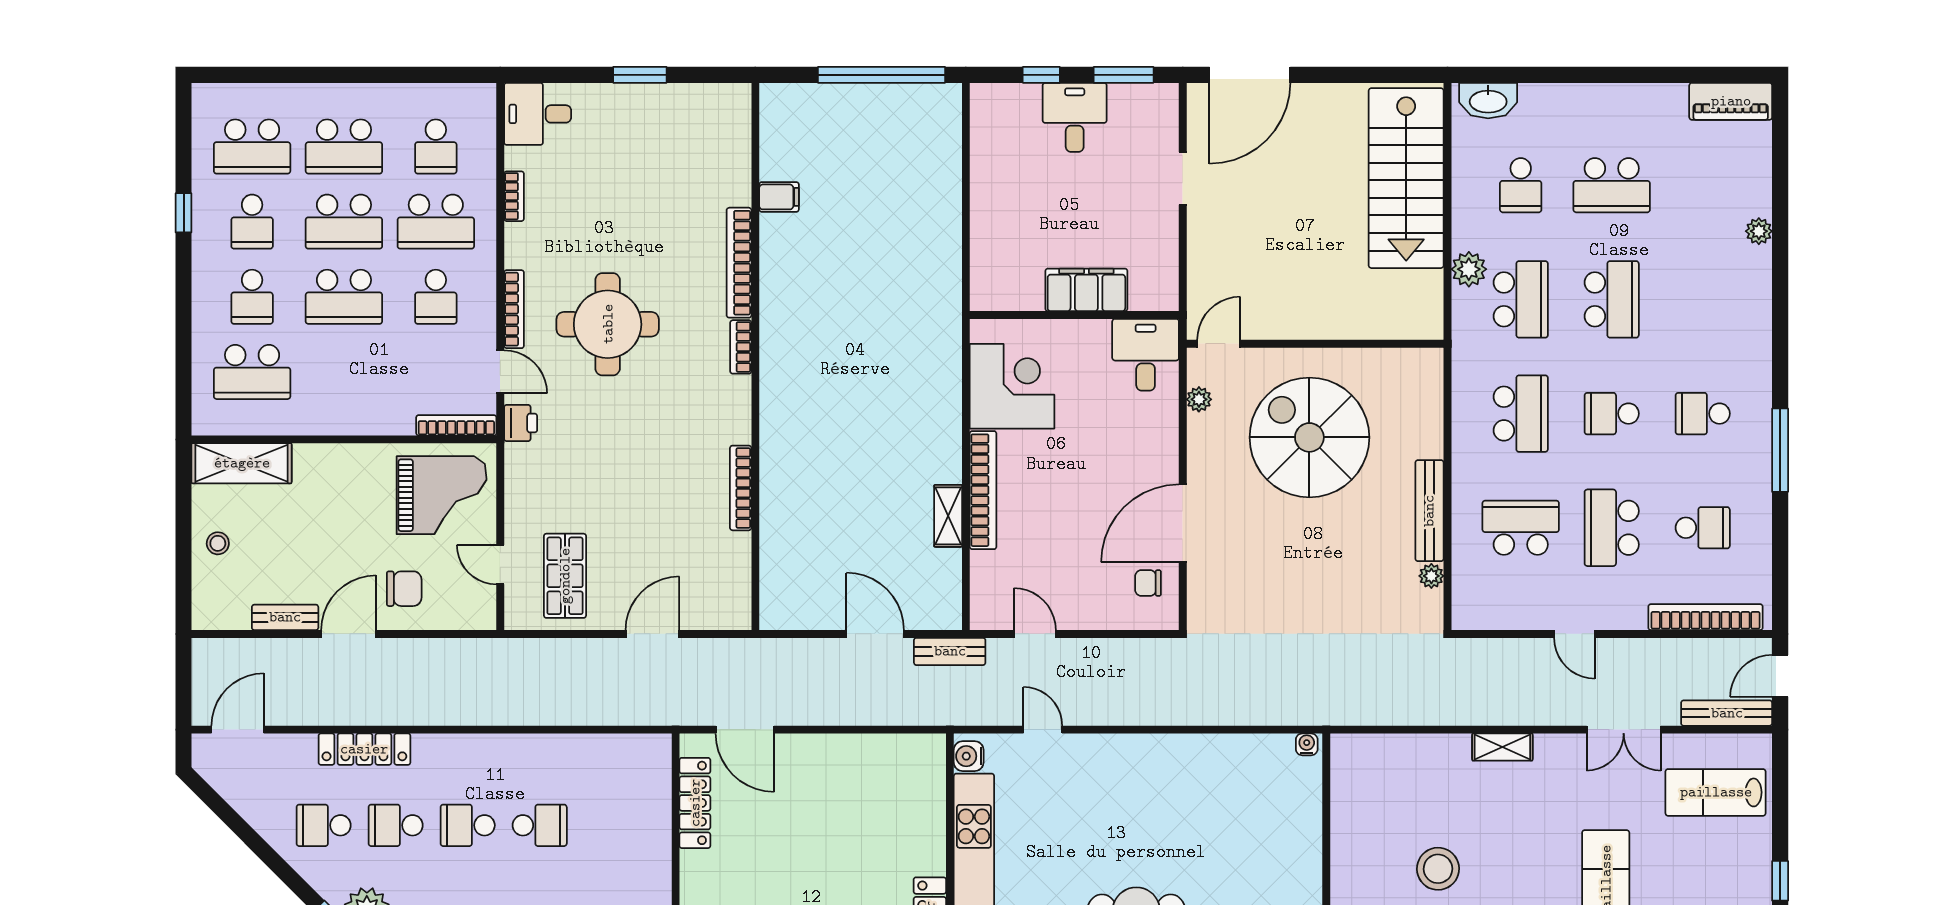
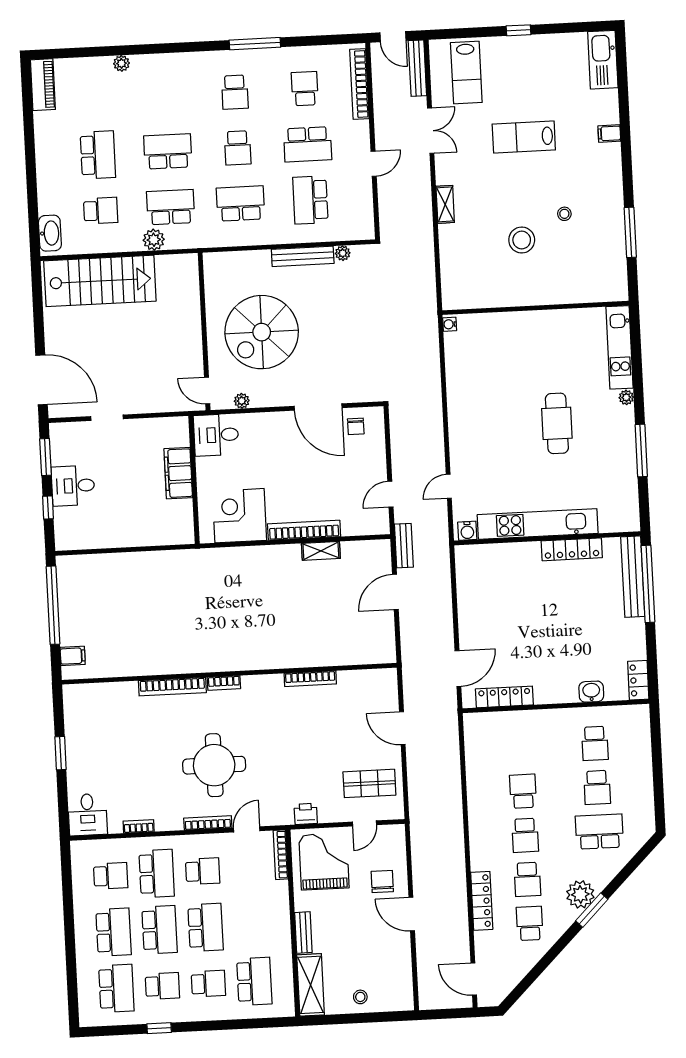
filing cabinet: (779, 197) -> (73, 656), moved, turned 90
printer: (521, 423) -> (306, 814), moved
bench: (285, 617) -> (303, 932), moved
school desk: (324, 825) -> (530, 923), turned 180

